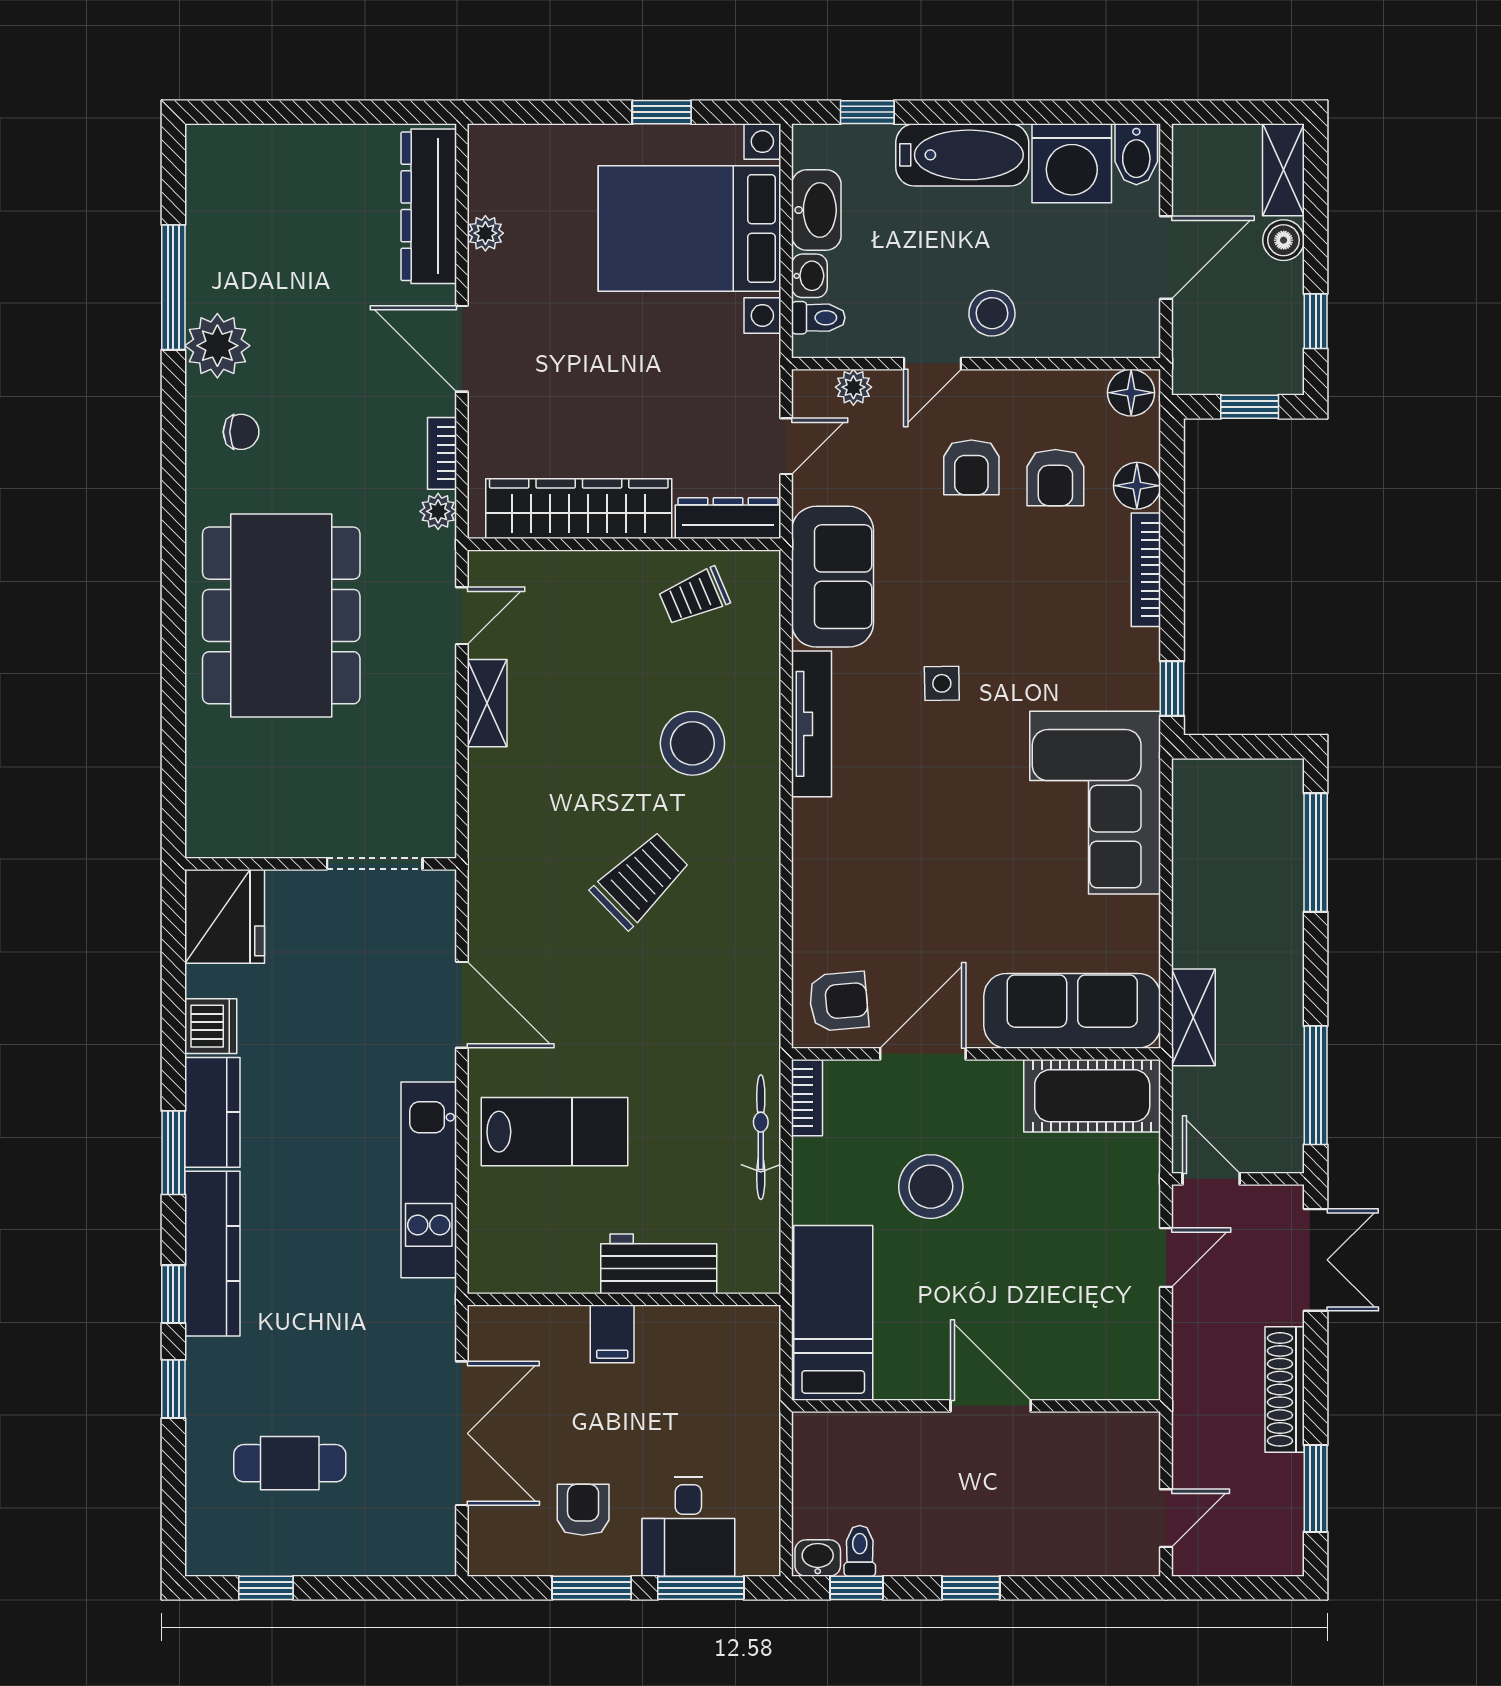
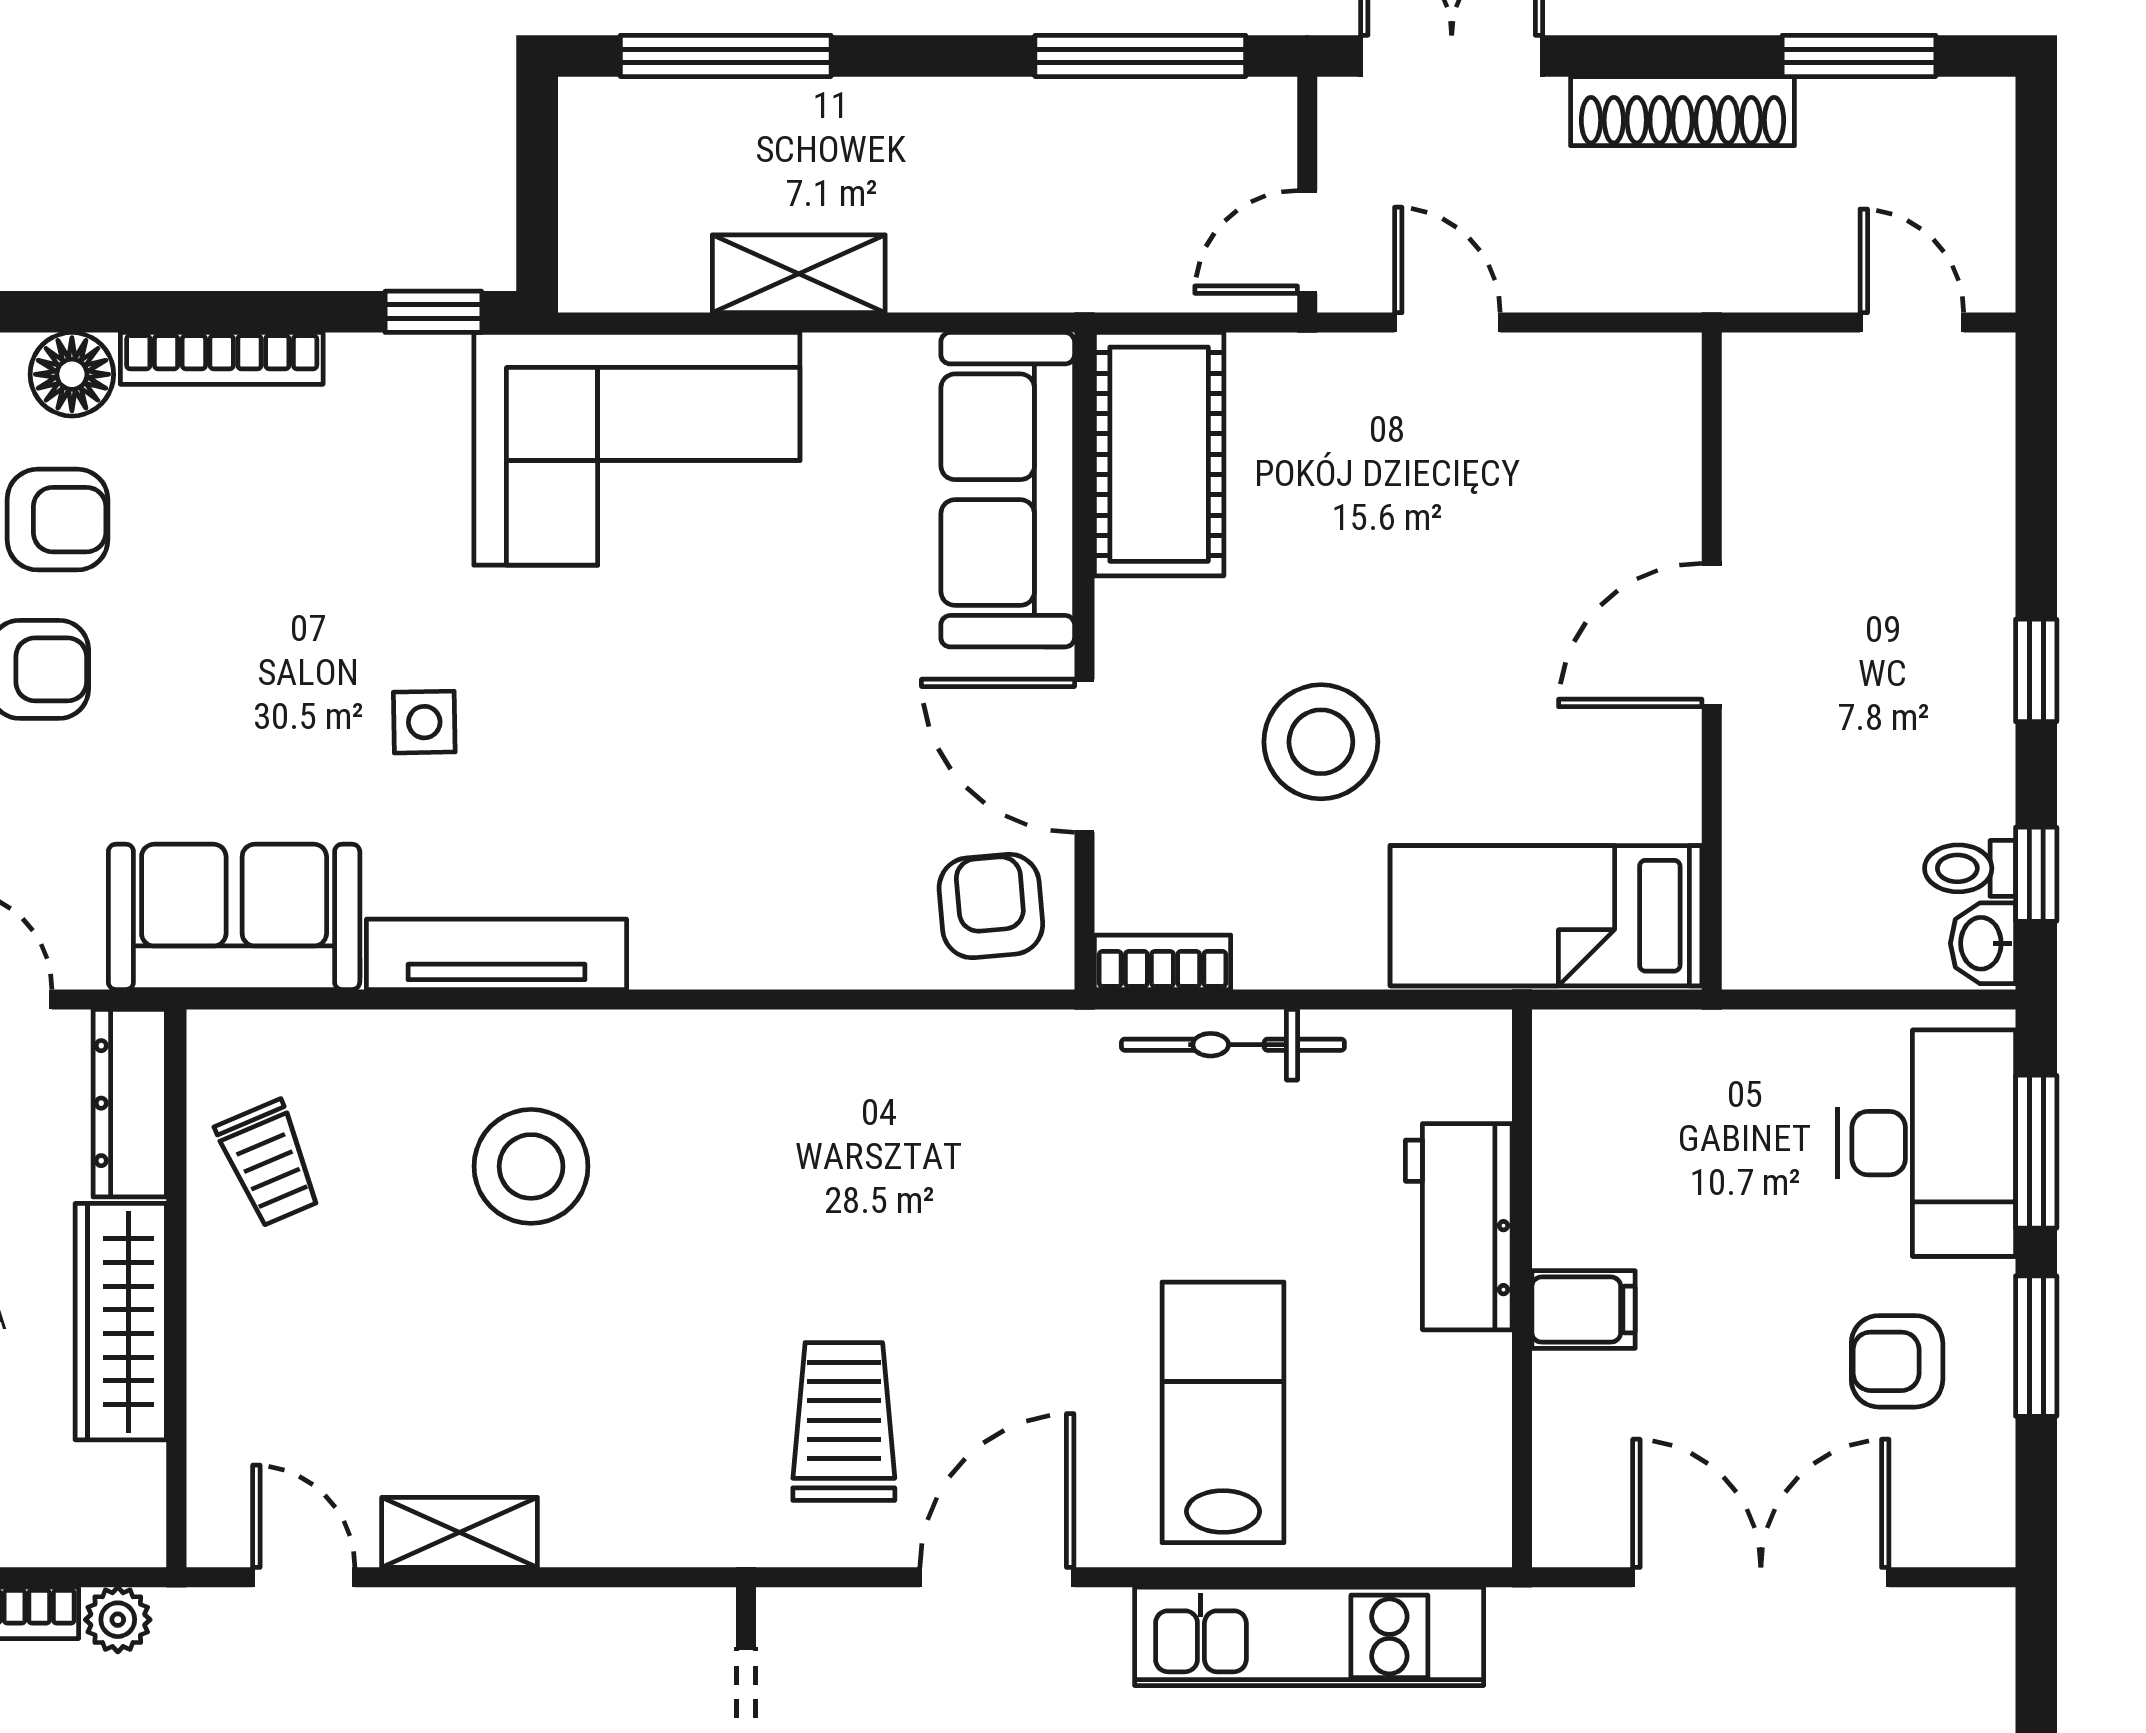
wardrobe: (579, 509) -> (121, 1322), width x0.71, depth x0.85
trolley: (640, 880) -> (844, 1422), moved, turned 44
shelving: (1193, 1017) -> (799, 274), moved
desk: (688, 1526) -> (1927, 1143), width x1.37

